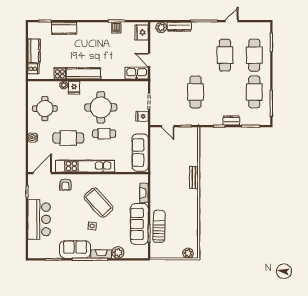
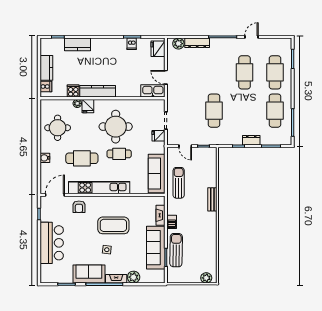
sun lounger: (161, 161) -> (179, 183), added
barbecue: (155, 199) -> (172, 222), added
coffee table: (99, 203) -> (113, 225), turned -48

